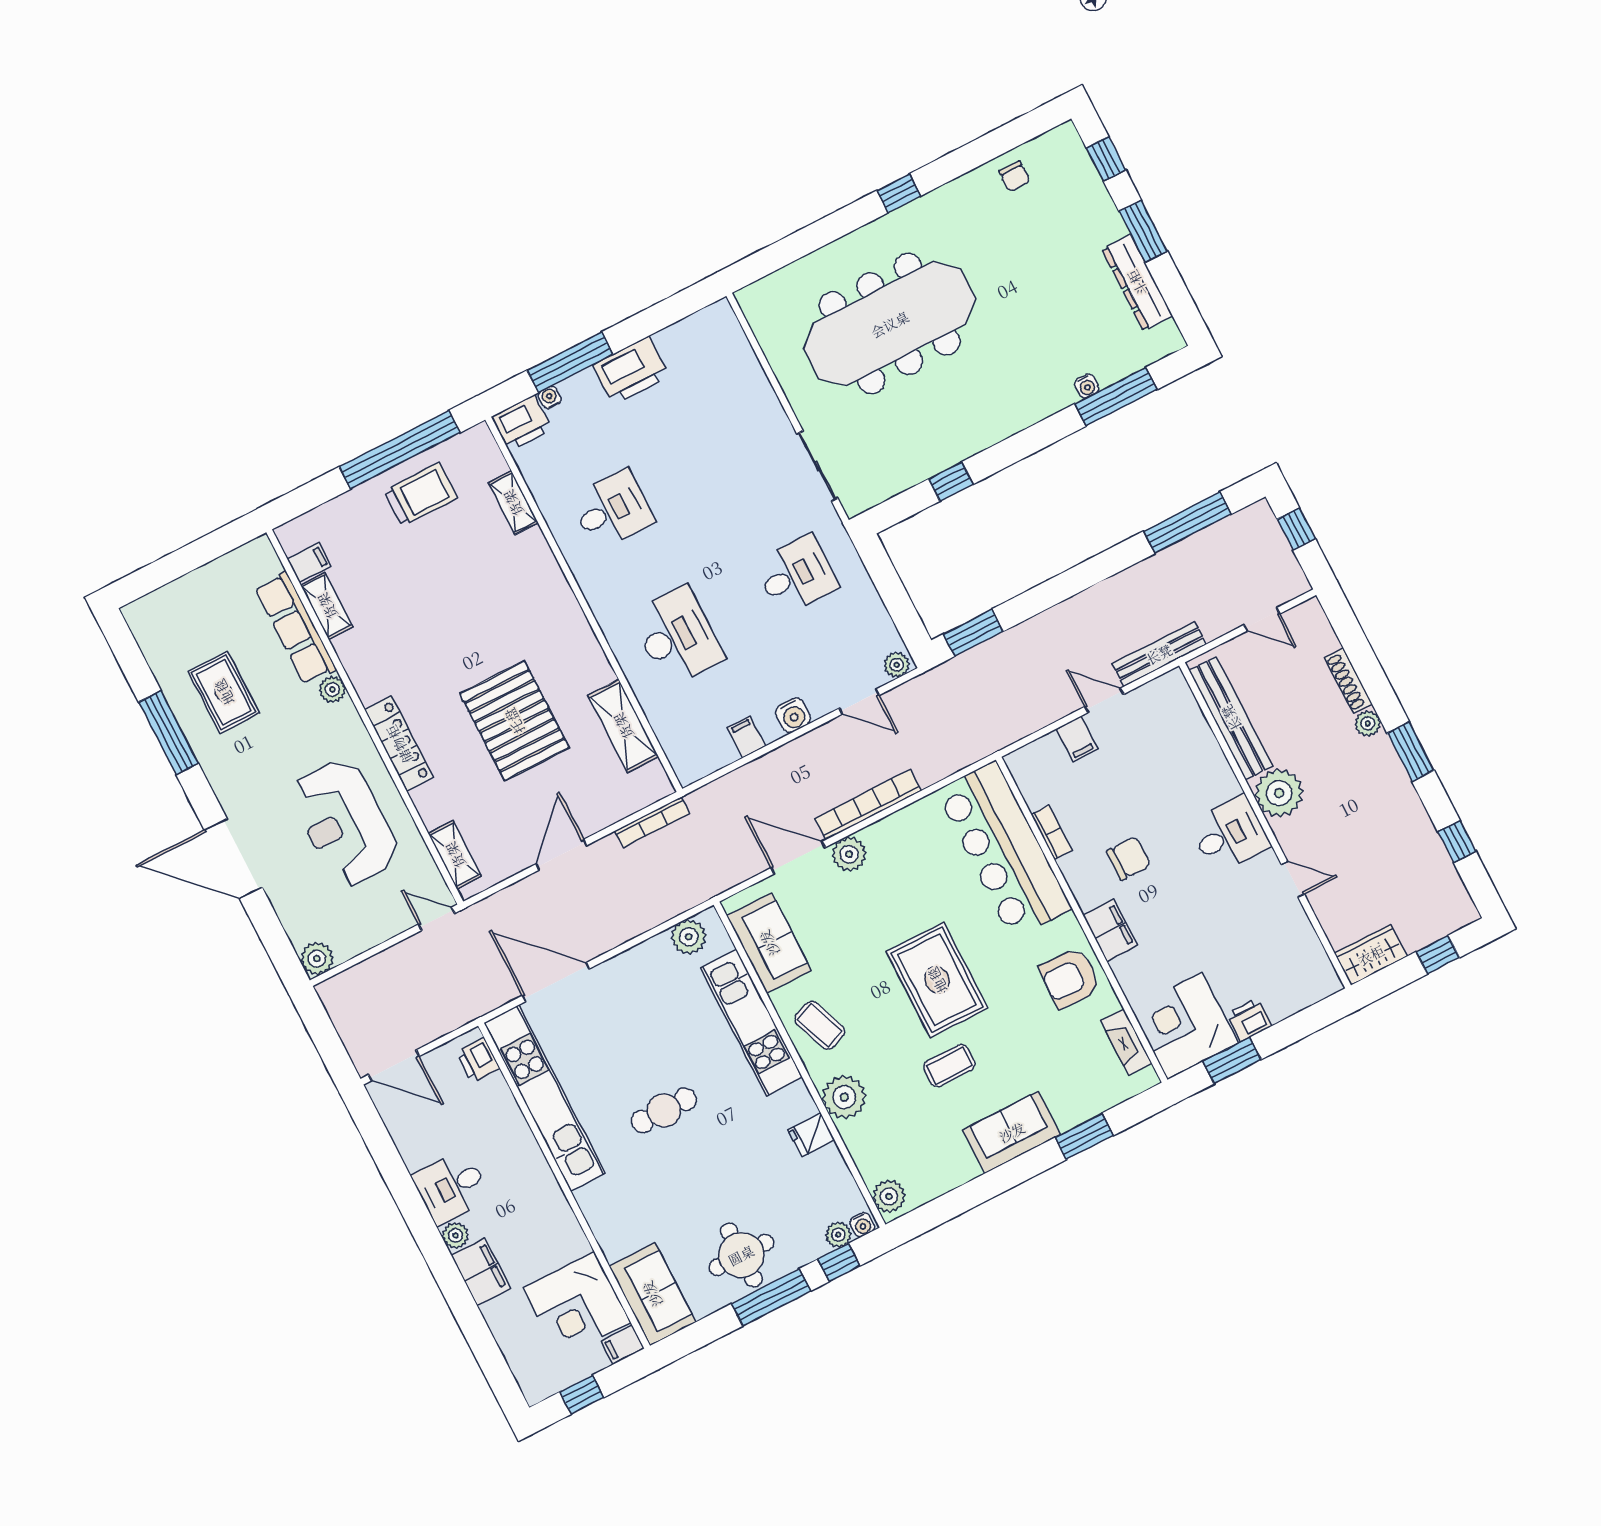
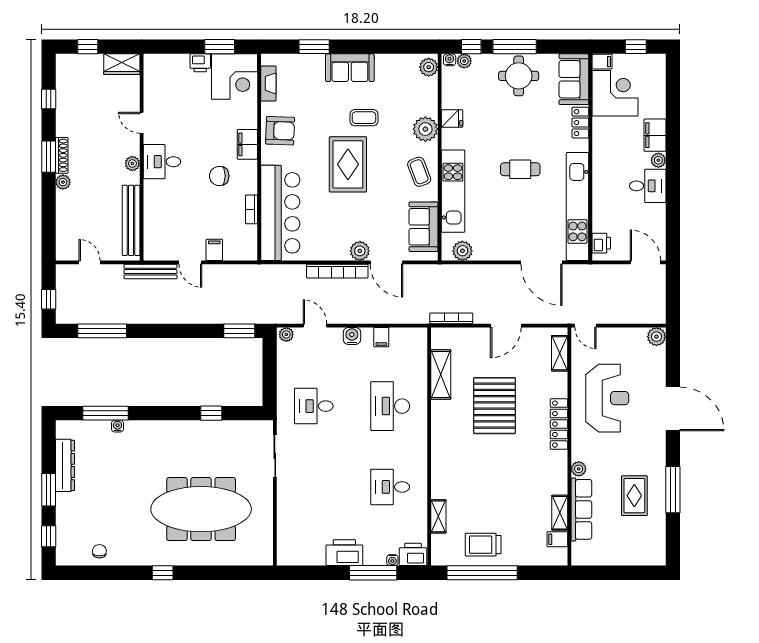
shoe rack: (1348, 681) -> (62, 155), moved
plant: (1279, 793) -> (132, 163), width x0.53, depth x0.53
locker: (608, 1232) -> (580, 123), added

